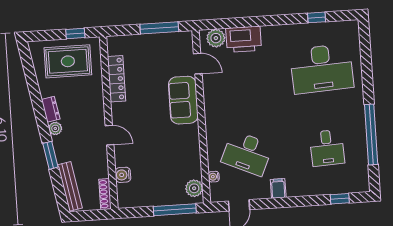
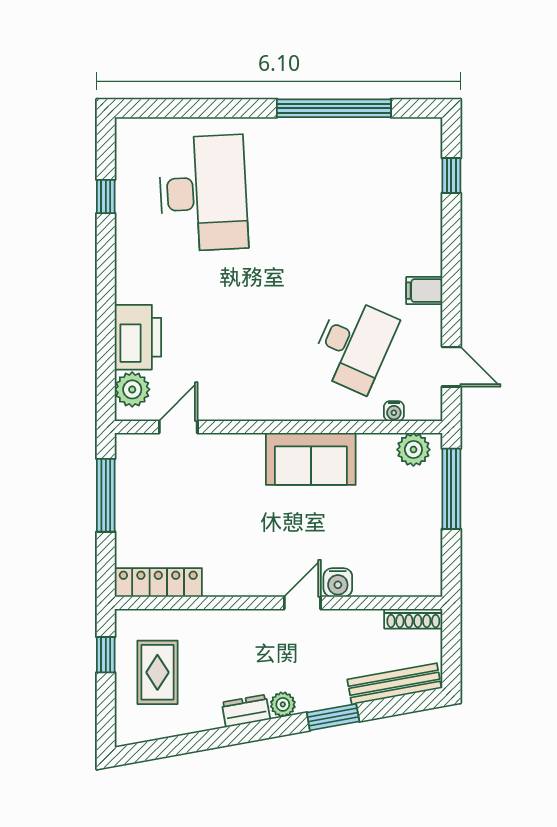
rug: (68, 61) -> (157, 672), width x0.73, depth x0.70
locker: (117, 79) -> (158, 582), moved
sofa: (183, 100) -> (311, 459), moved
desk: (327, 148) -> (354, 193), removed
water cooler: (123, 175) -> (338, 583), moved

